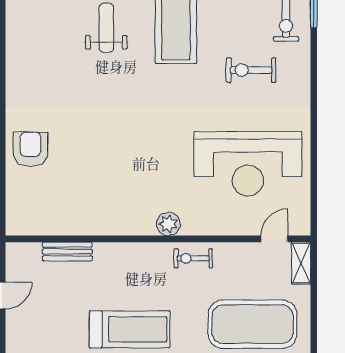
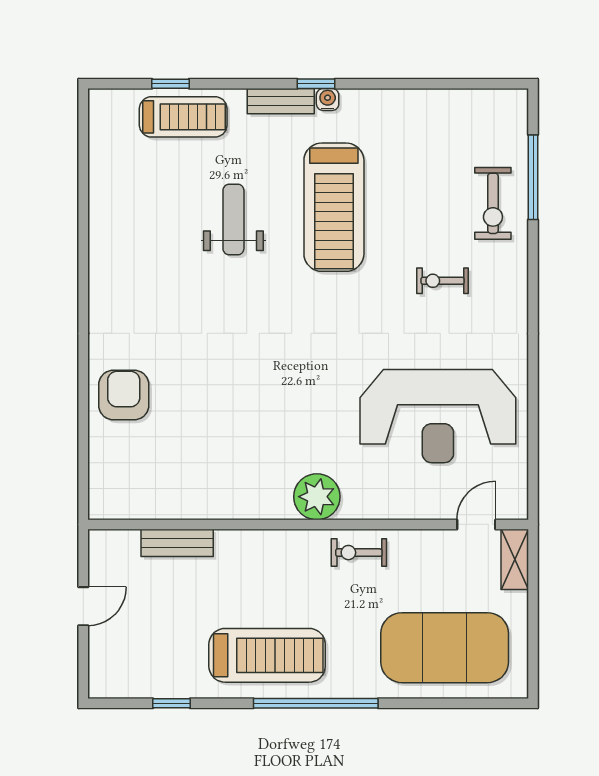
exercise bike: (251, 70) -> (442, 281), width x0.73, depth x0.72
plant: (168, 224) -> (317, 497), width x1.36, depth x1.36

